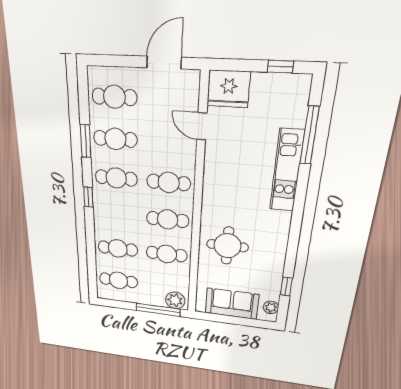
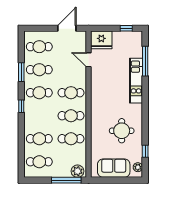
round table: (227, 246) -> (122, 131), moved

